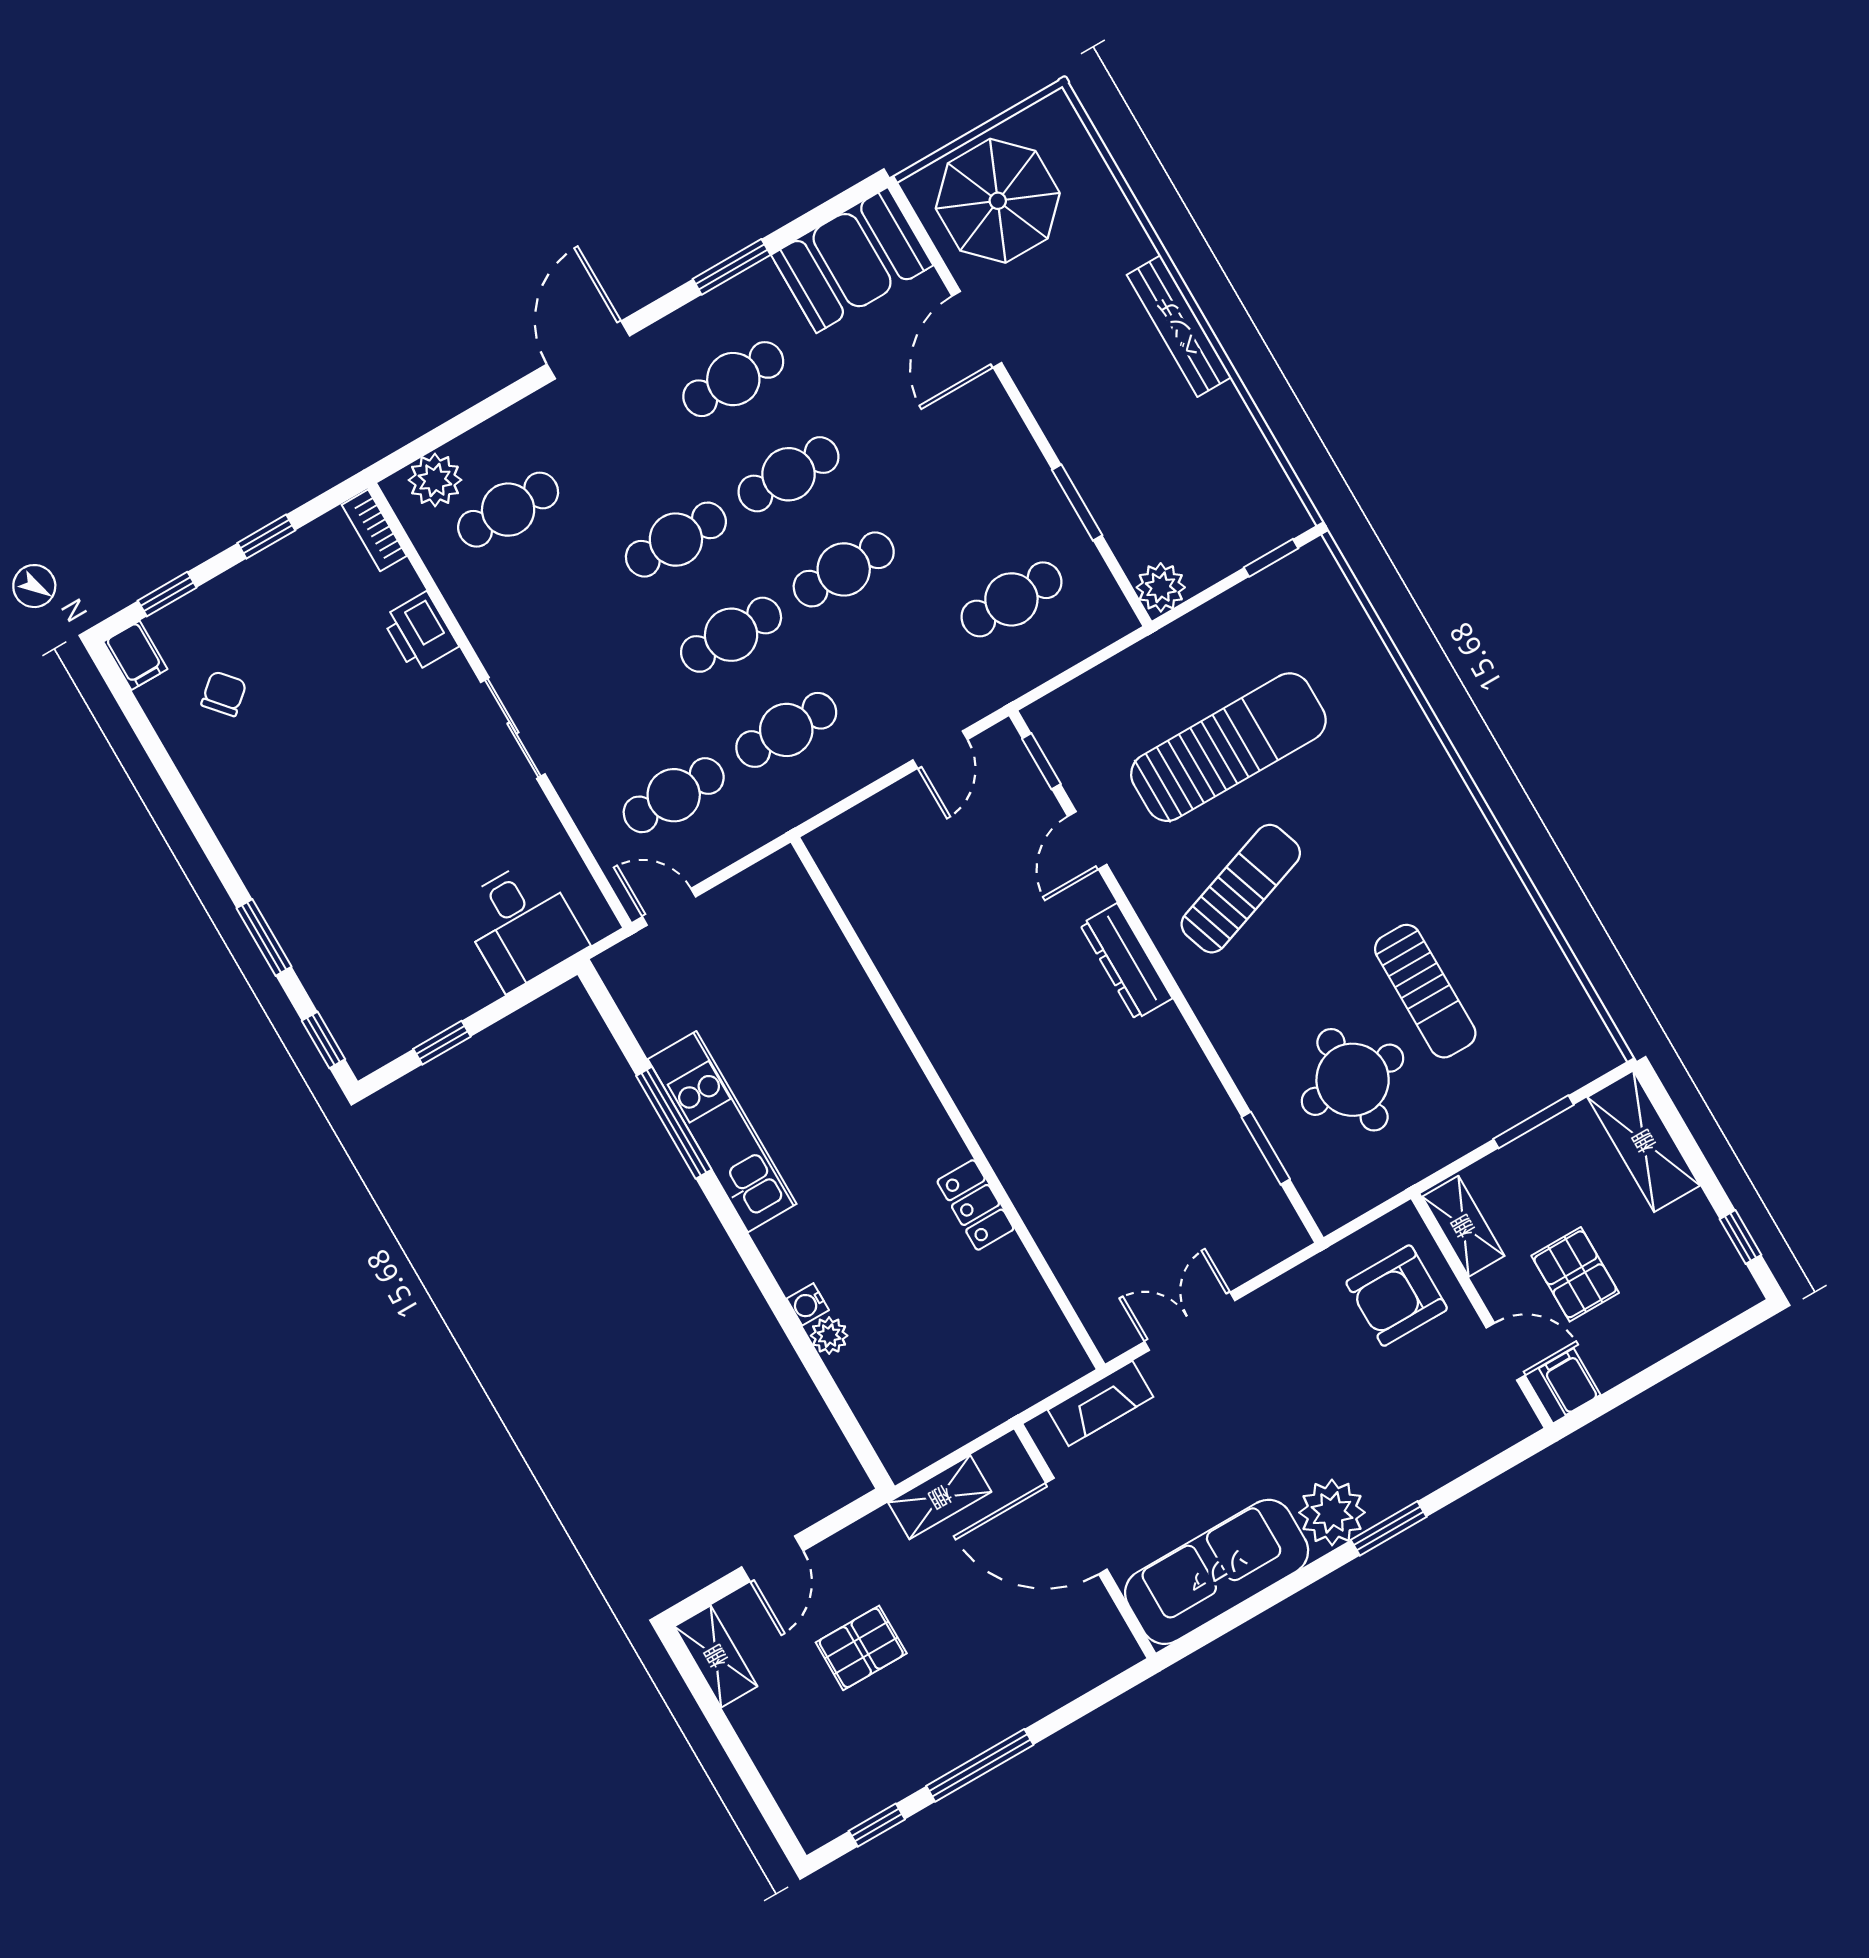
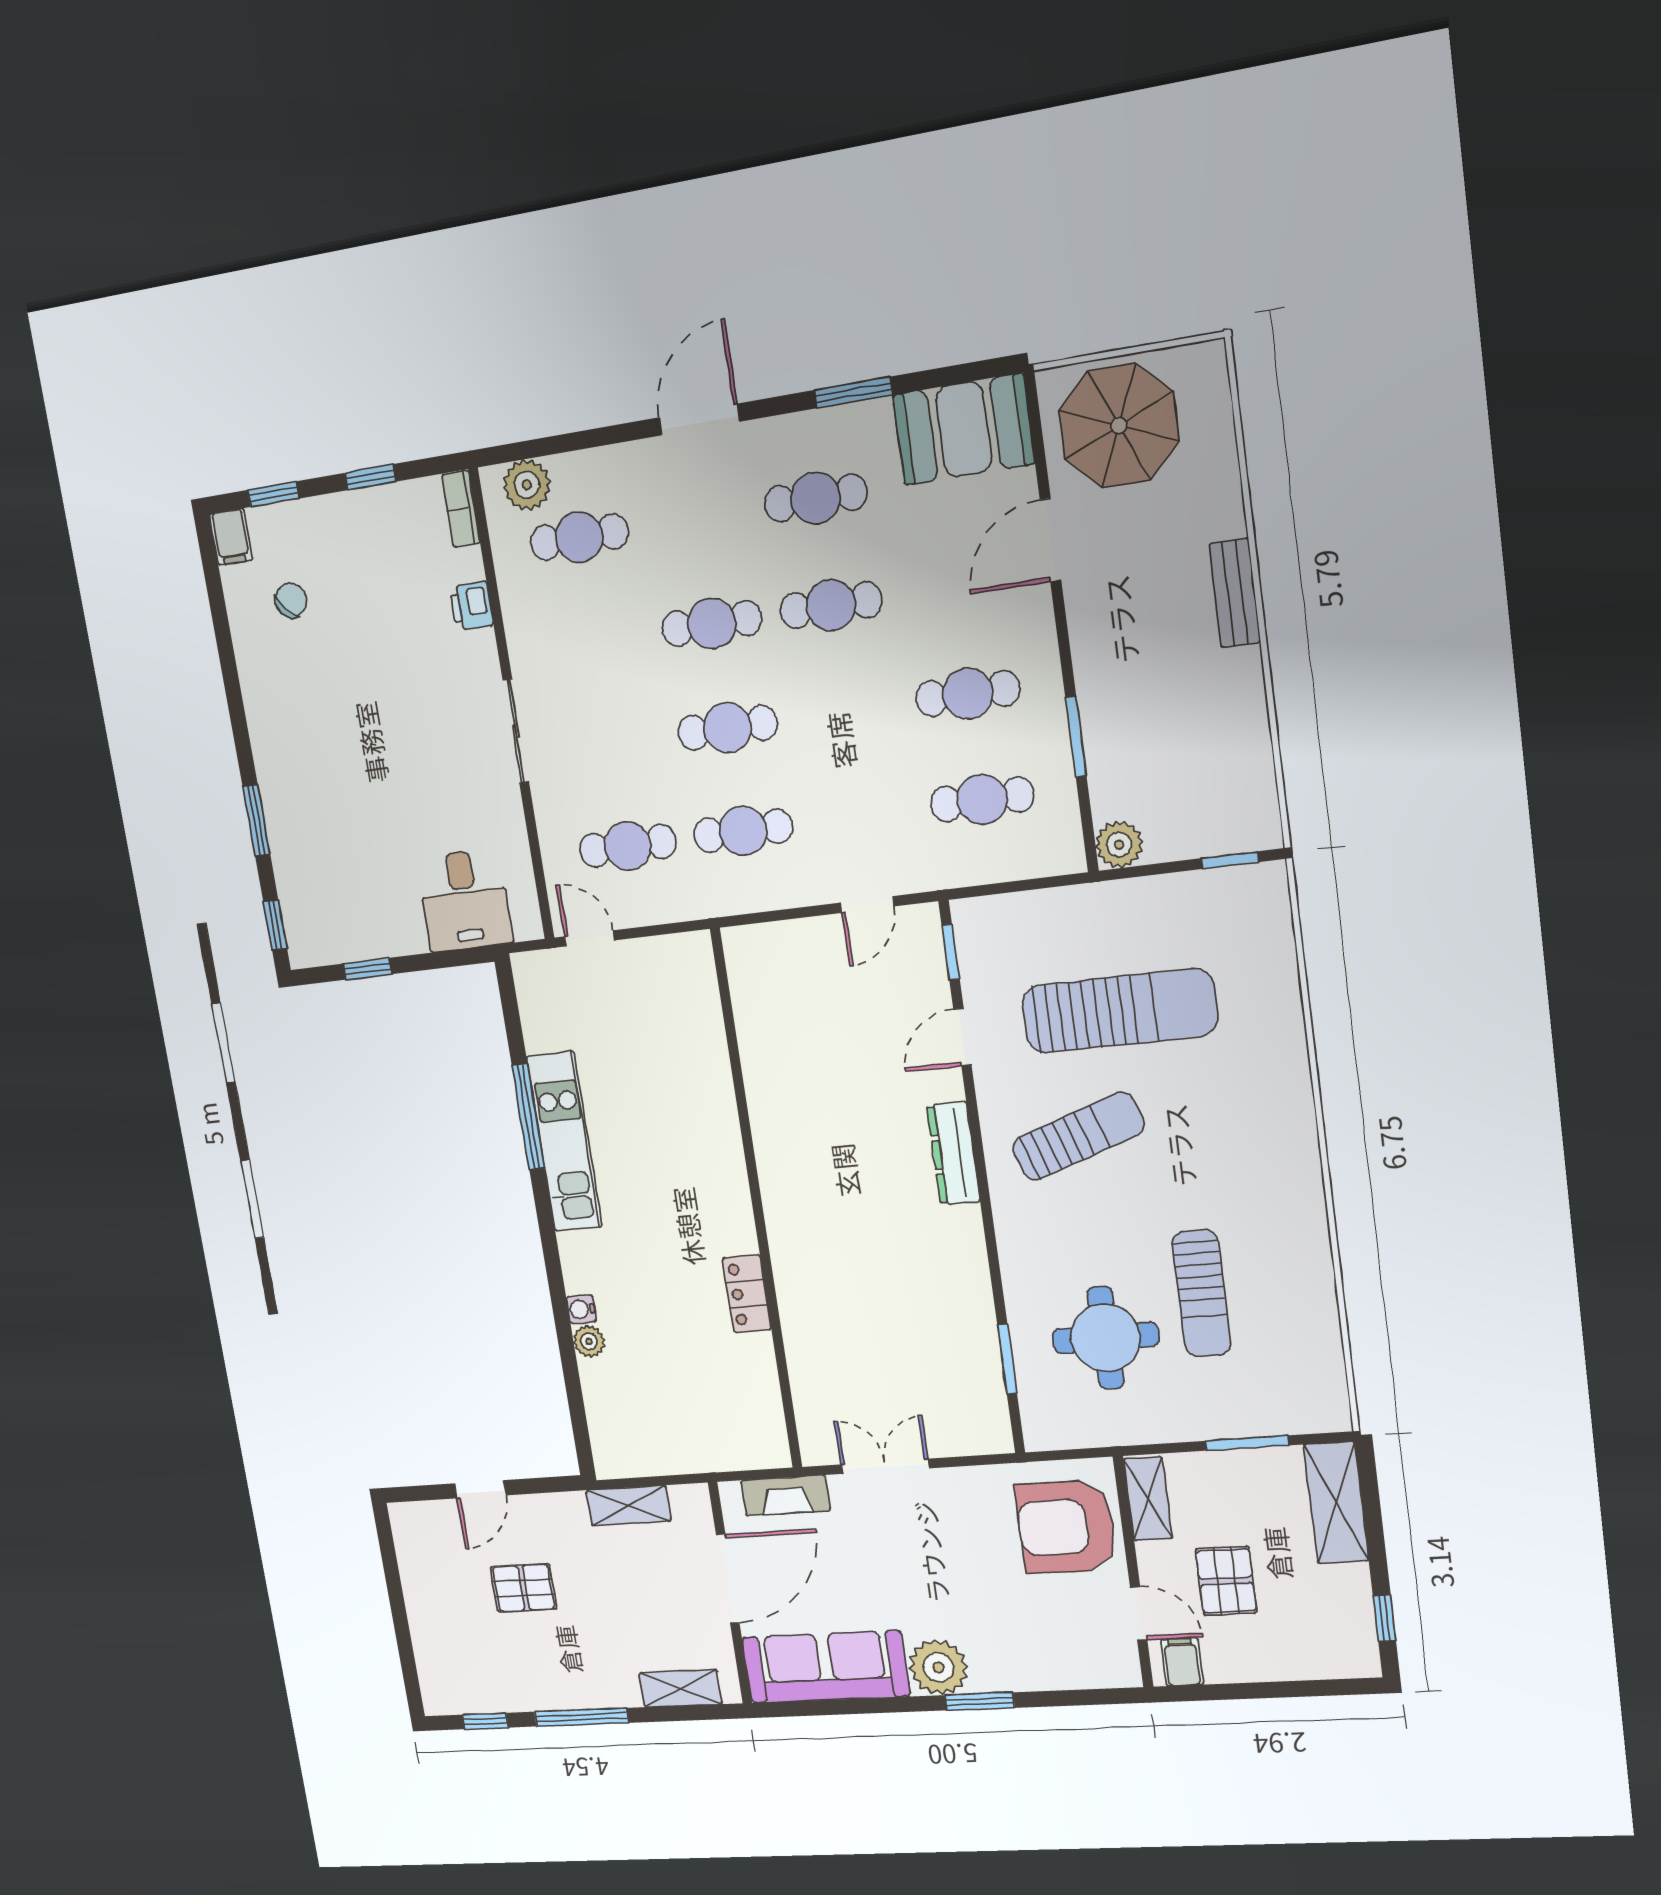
bench: (1179, 326) -> (1235, 593), width x0.73
cafe table: (844, 569) -> (968, 694), moved
printer: (420, 632) -> (471, 606), width x0.73, depth x0.81
armchair: (1397, 1296) -> (1066, 1527), width x1.36, depth x1.36
door: (1076, 1526) -> (728, 1579), swing flipped
shelving: (716, 1656) -> (680, 1688), moved, turned 90

